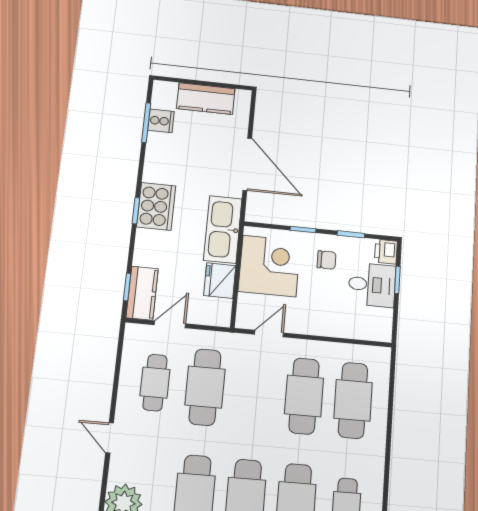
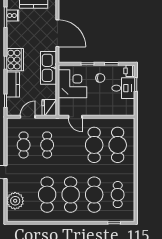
fridge: (220, 281) -> (49, 108), moved
kitchen counter: (142, 293) -> (13, 85), moved
door: (269, 334) -> (75, 117), swing flipped
cafe table: (205, 387) -> (47, 145), width x0.73, depth x0.74

